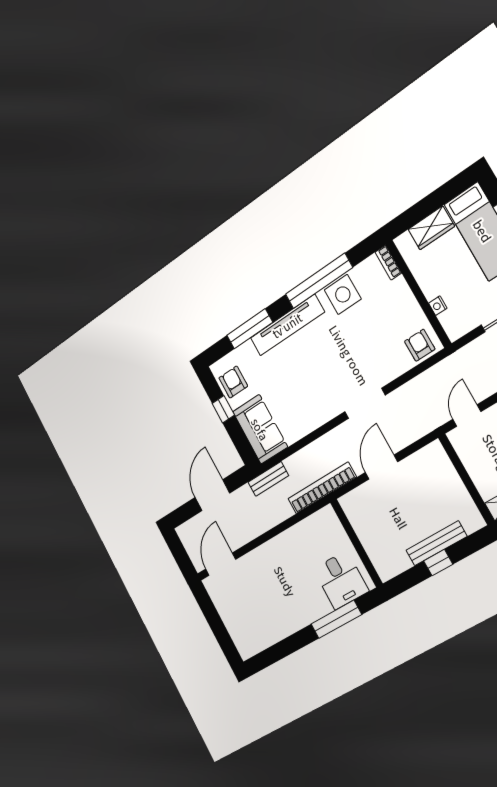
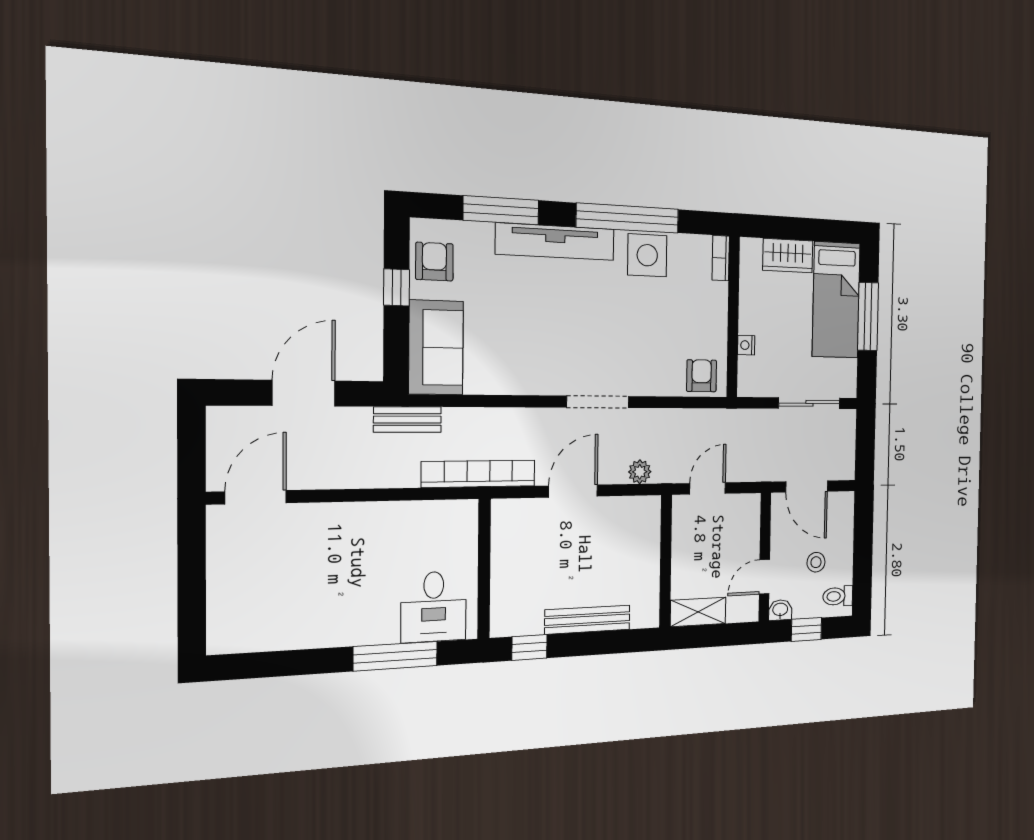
plant: (416, 431) -> (640, 472), added
window: (438, 563) -> (529, 647), moved

